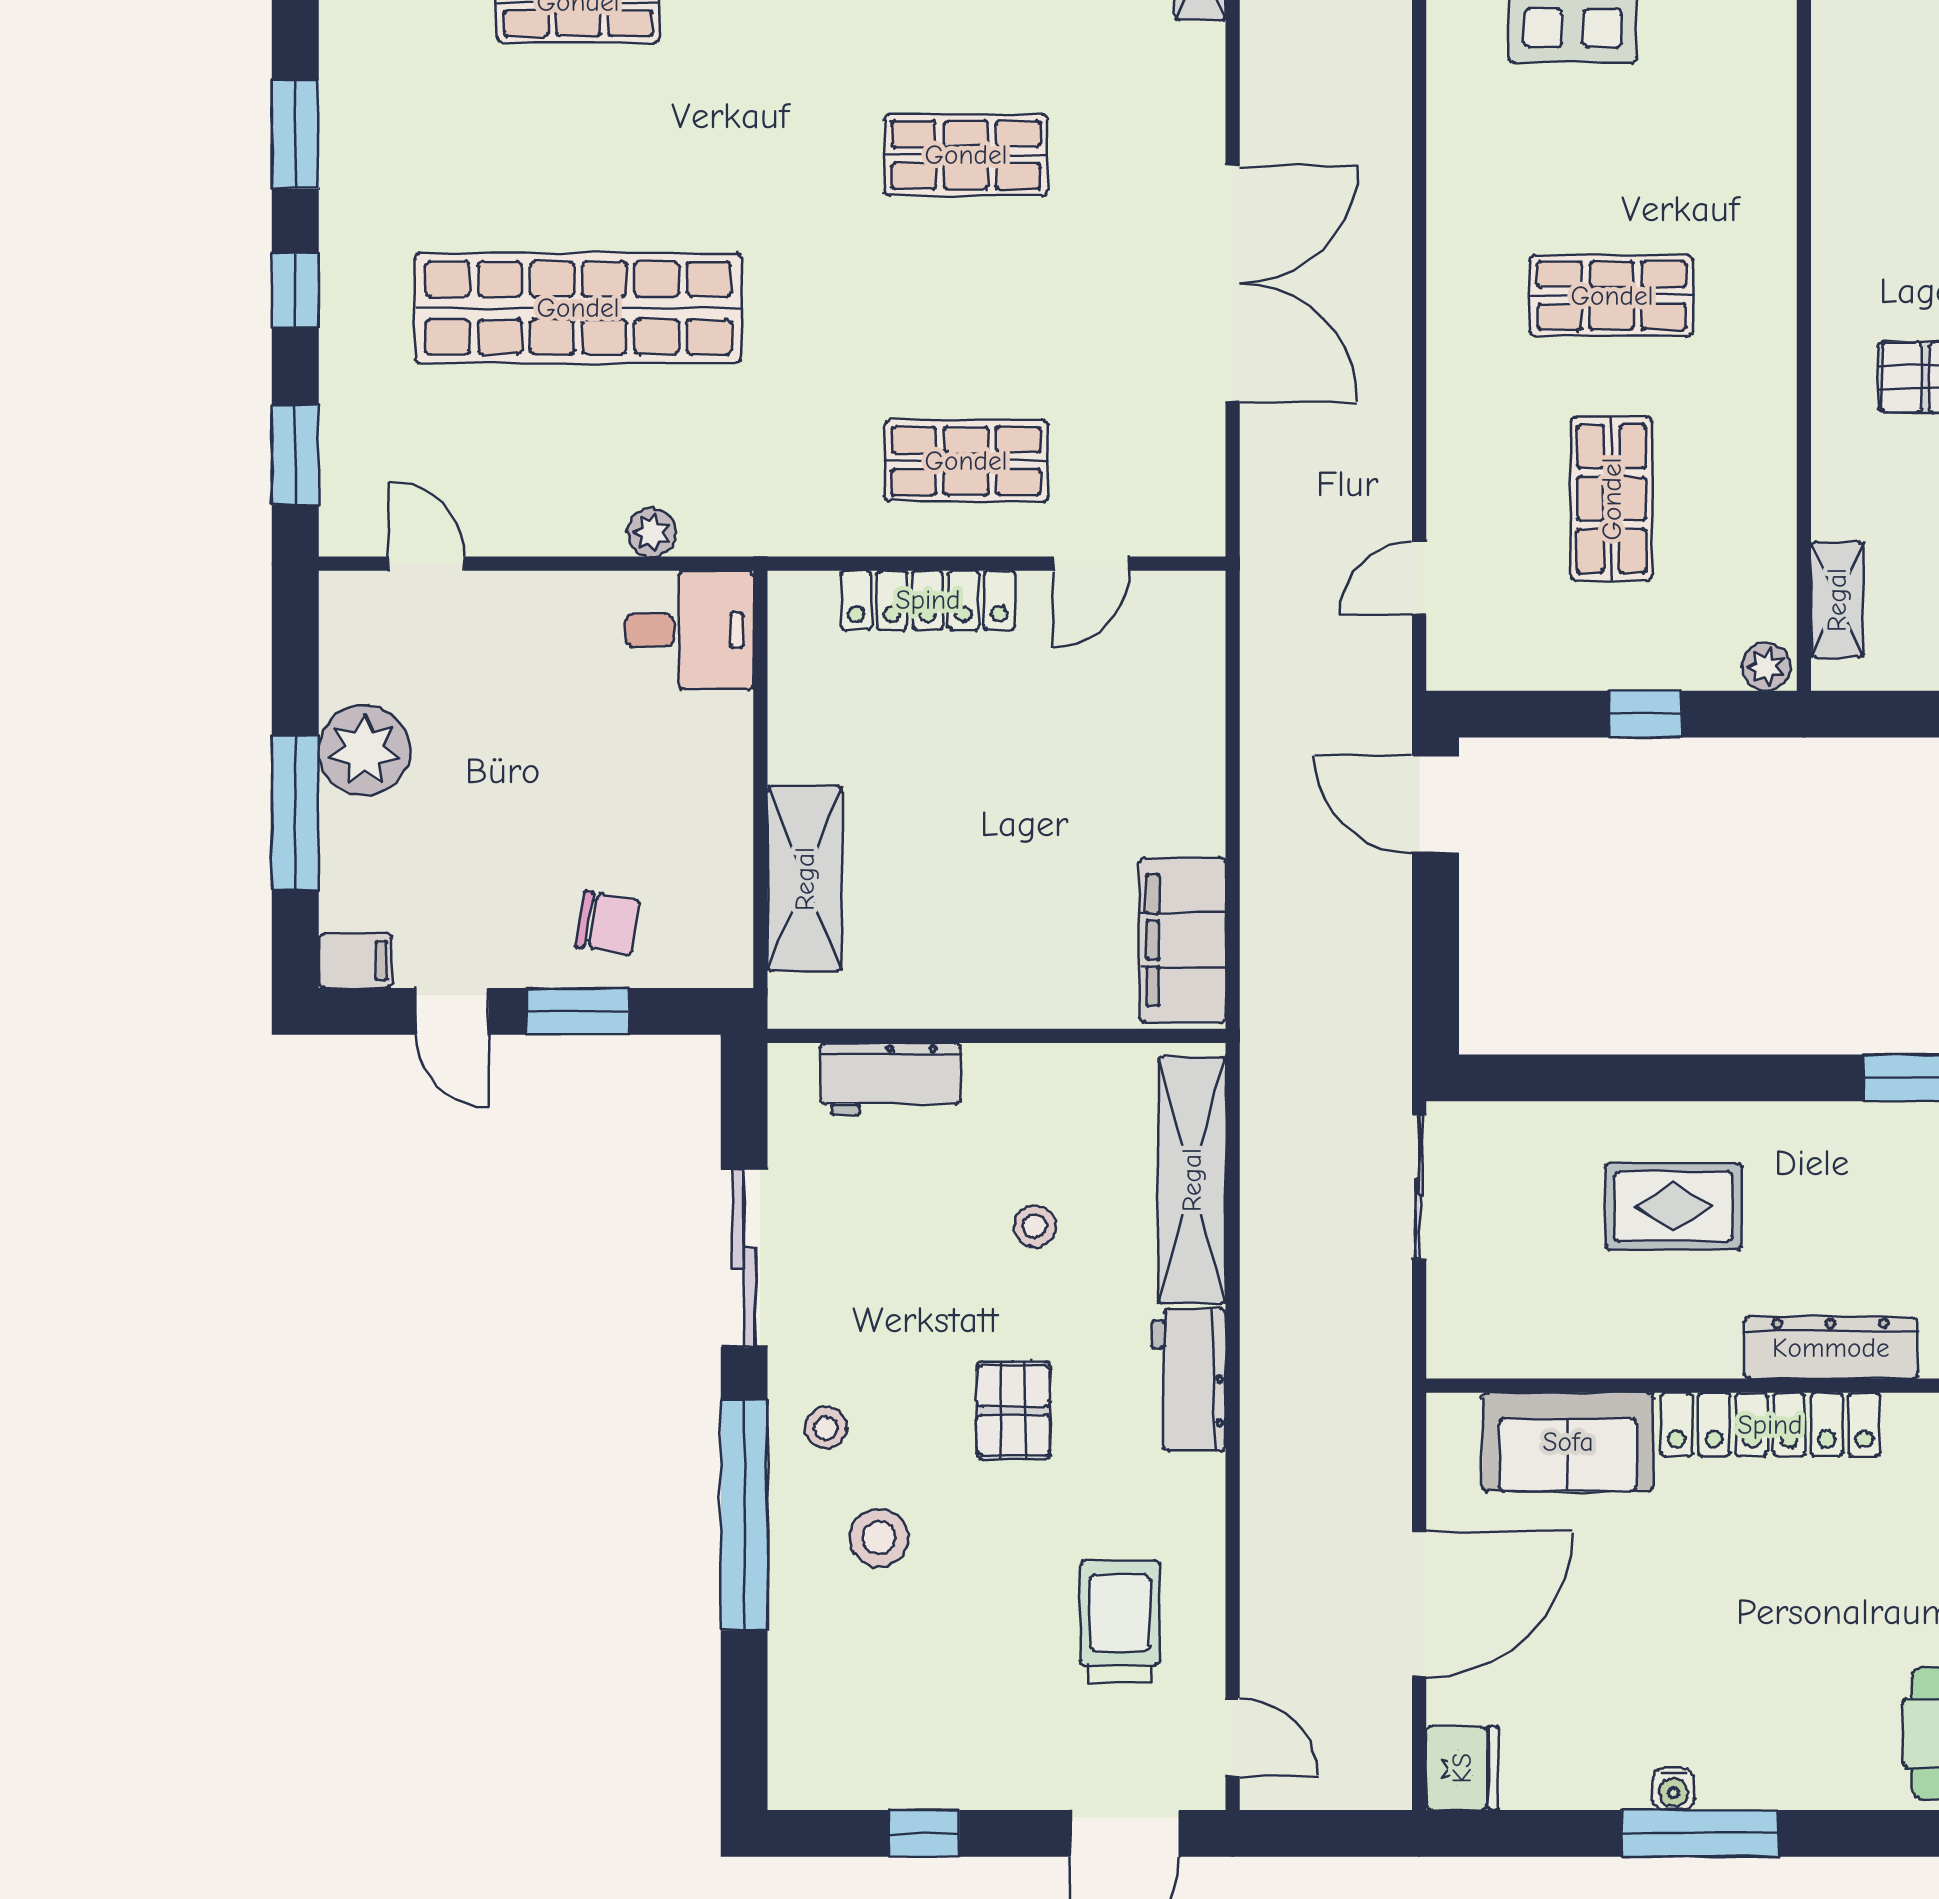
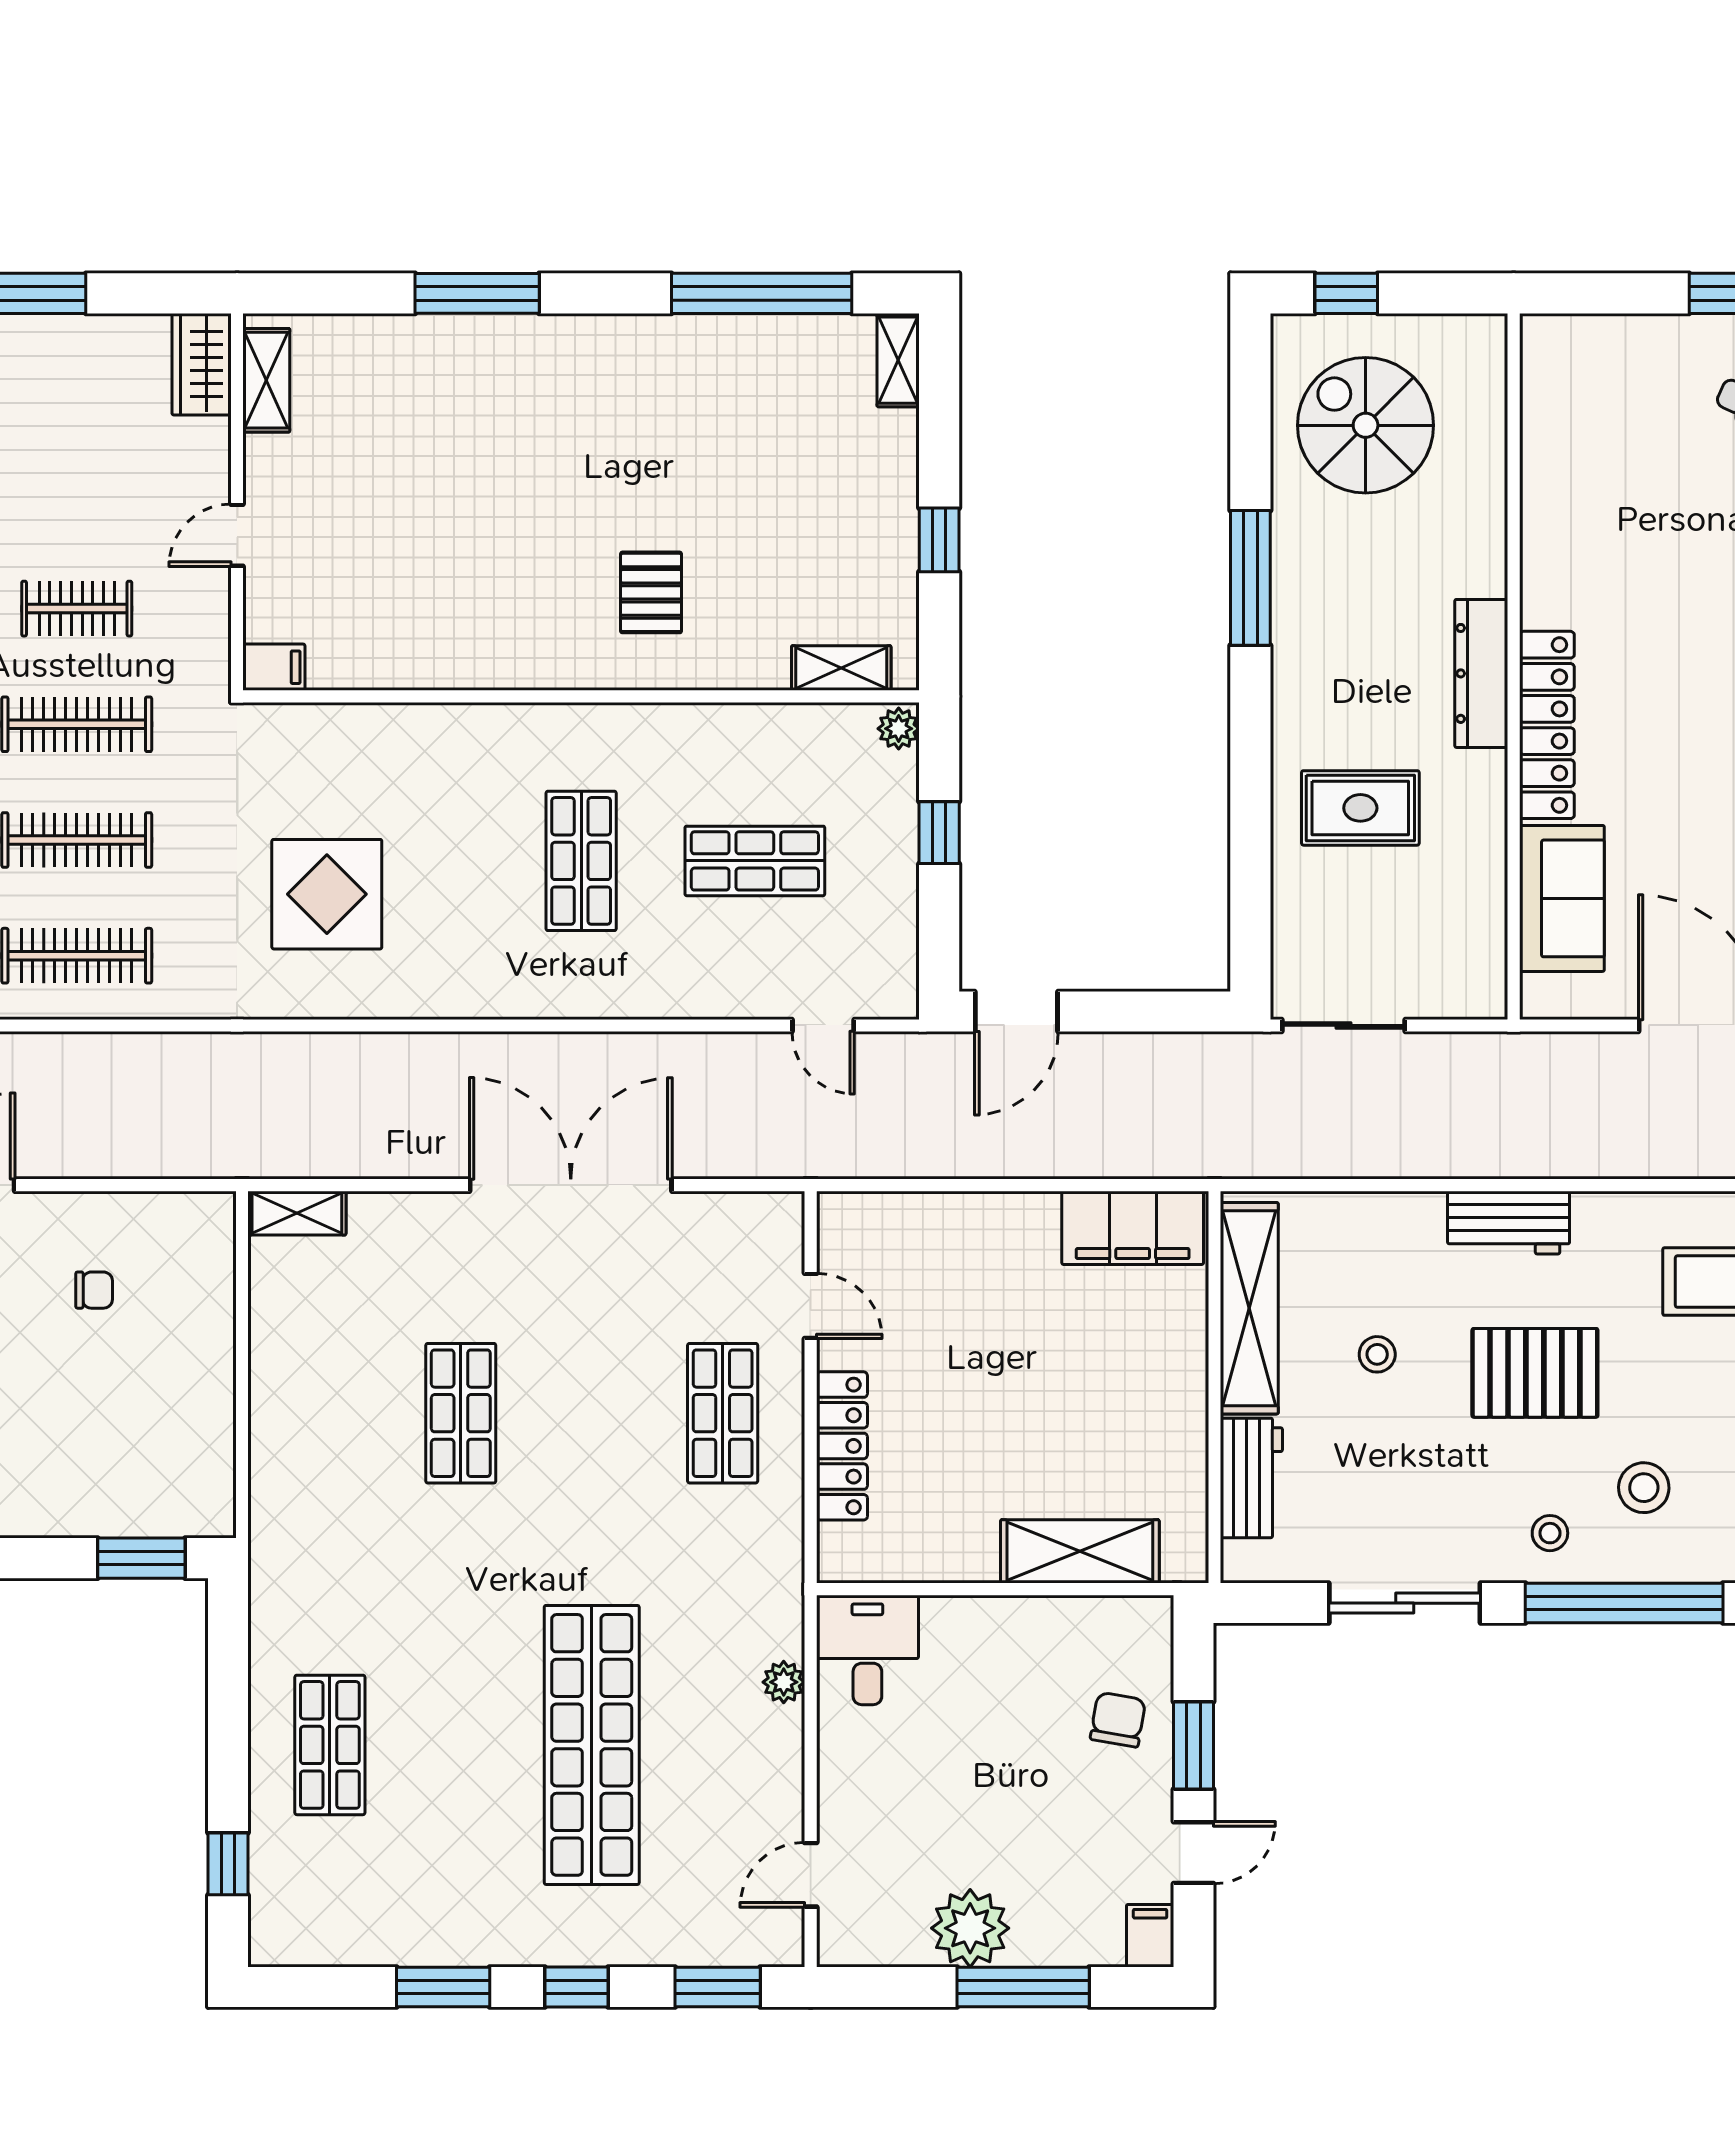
shelving: (1192, 1180) -> (1249, 1308), moved, turned 90
rug: (1673, 1206) -> (1360, 808), turned 90
pallet: (1013, 1410) -> (1535, 1373), width x1.50, depth x1.42

